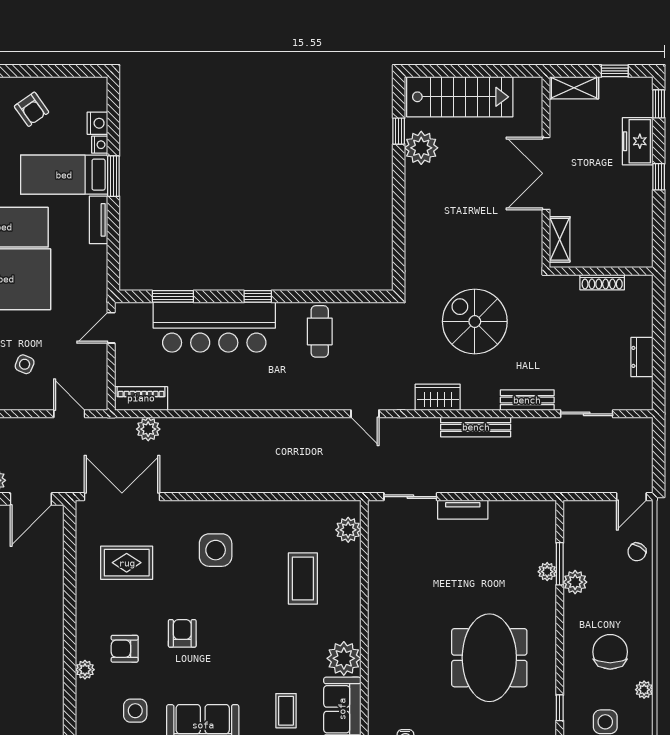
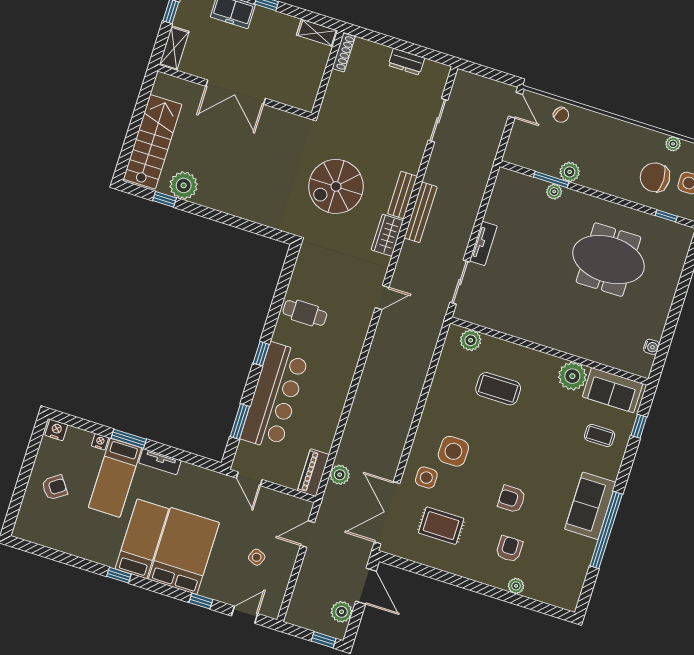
nightstand: (97, 123) -> (56, 430), moved
shelving: (560, 239) -> (317, 33), moved
shoe rack: (602, 282) -> (344, 52), moved
bench: (527, 400) -> (402, 195), moved
rug: (127, 563) -> (441, 526), turned 90
armchair: (125, 649) -> (509, 549), turned 180
chair: (610, 652) -> (655, 177), moved
side table: (135, 711) -> (426, 478), moved

